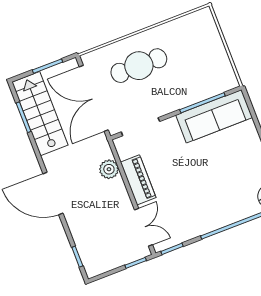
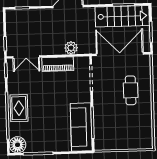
cafe table: (139, 66) -> (131, 90), width x0.73, depth x0.74
rug: (218, 212) -> (19, 108), added

